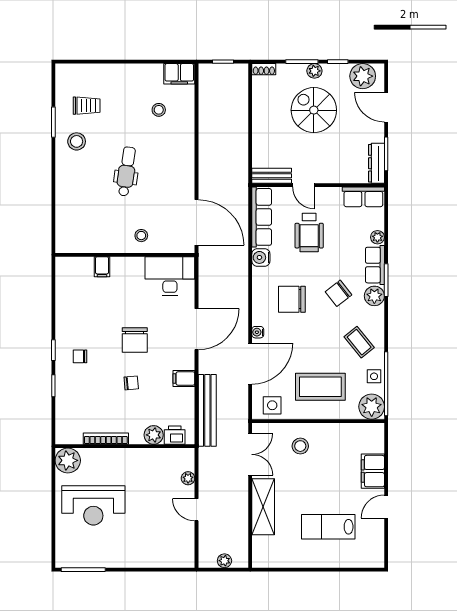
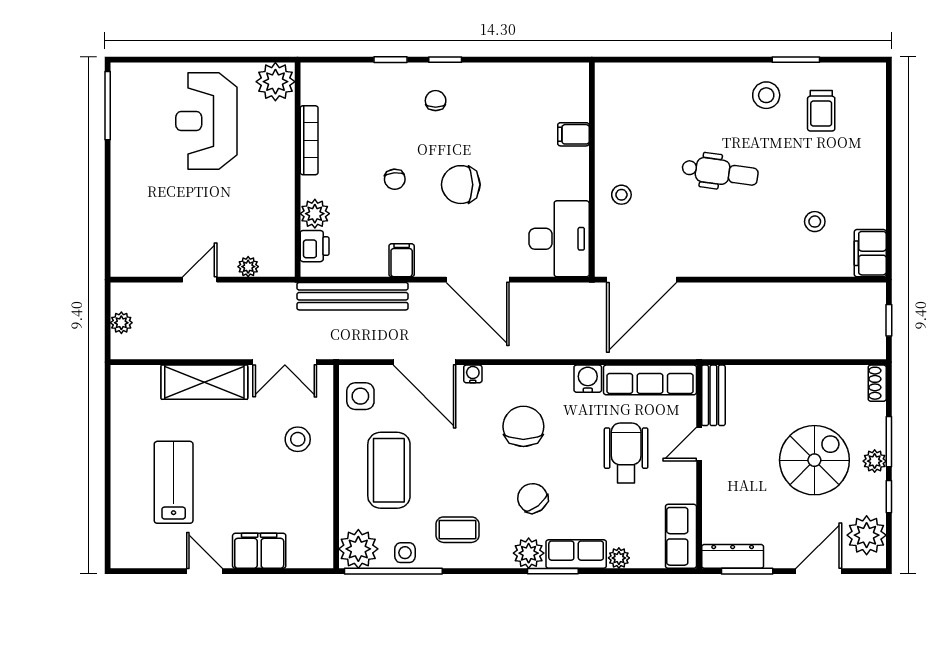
wheelchair: (309, 233) -> (626, 453), turned 90
coffee table: (359, 342) -> (458, 530), turned 39

